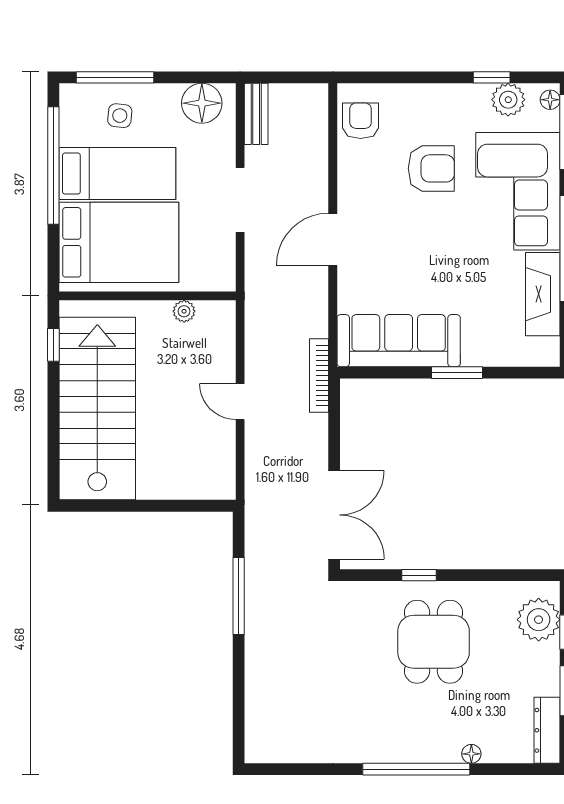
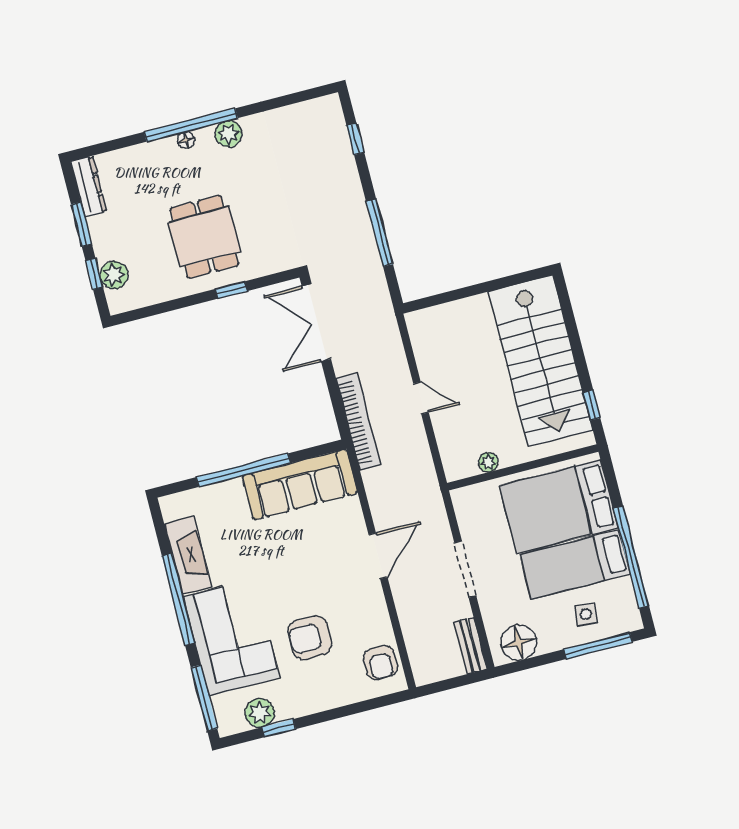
floor lamp: (550, 100) -> (224, 722), removed
window: (457, 373) -> (243, 470), width x2.11
bookcase: (319, 376) -> (358, 422), width x1.48, depth x1.31
plant: (539, 620) -> (114, 275), width x0.73, depth x0.73
window: (239, 707) -> (355, 139), added
plant: (377, 748) -> (229, 134), added
floor lamp: (471, 754) -> (186, 140), moved

